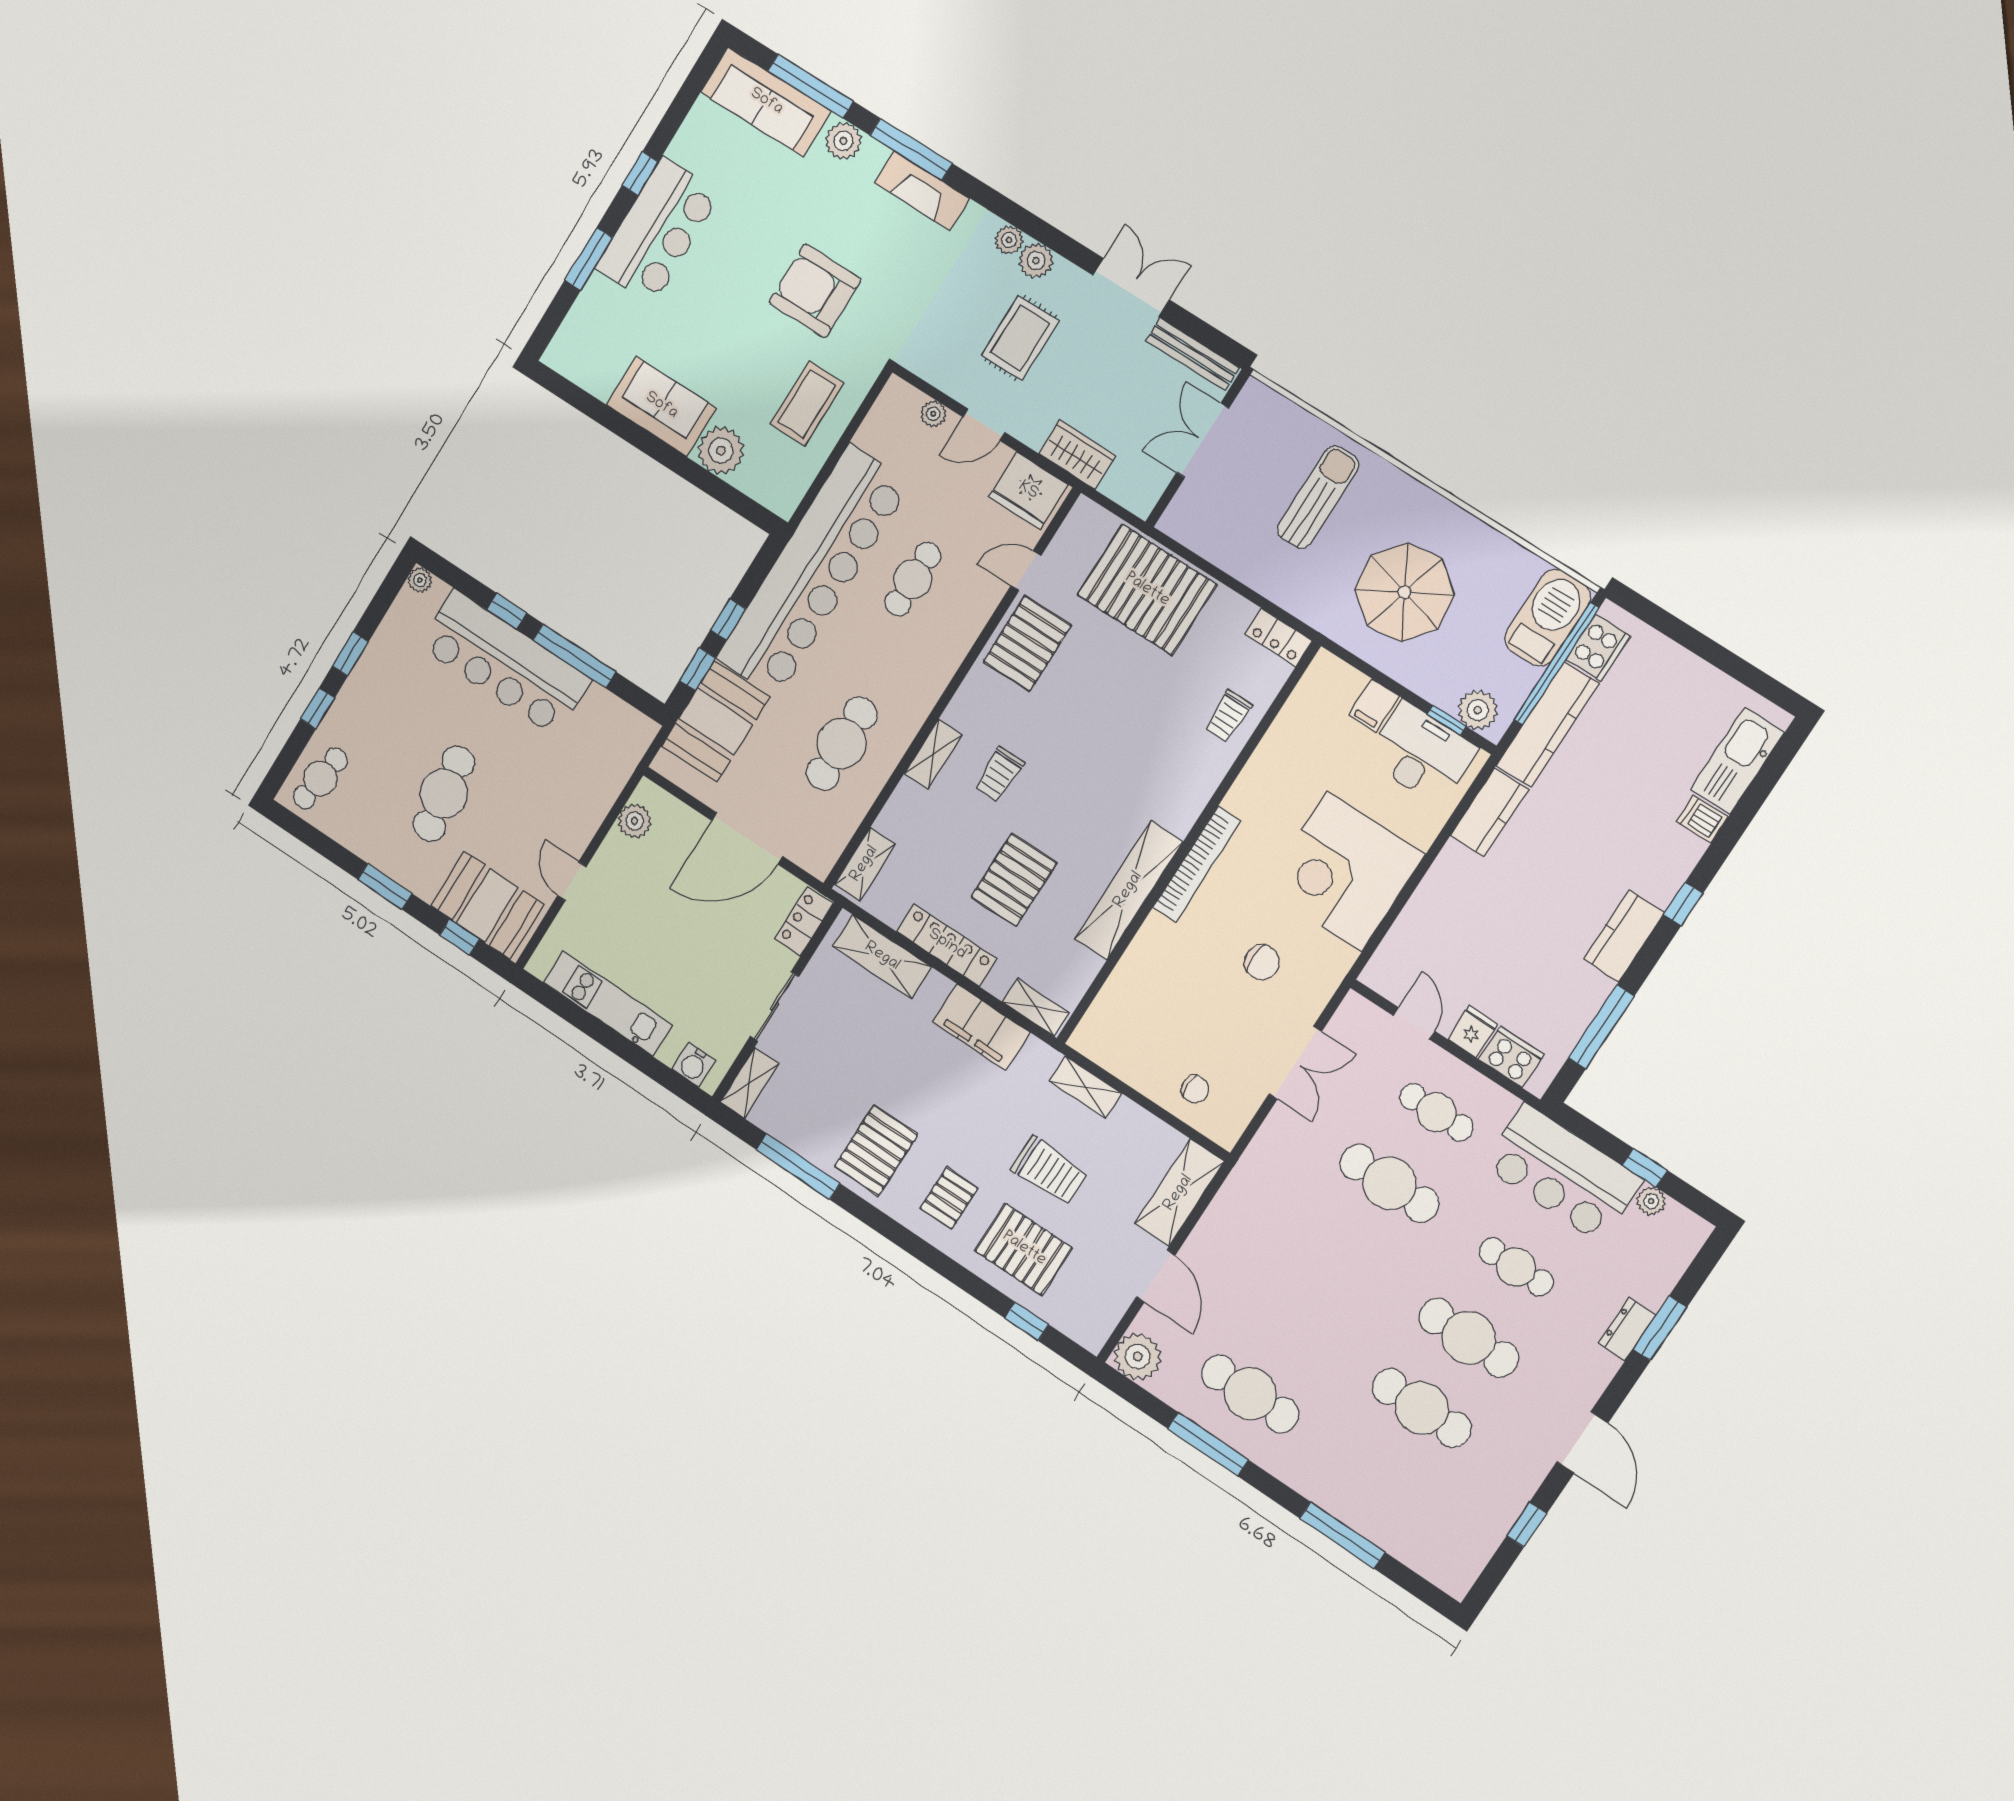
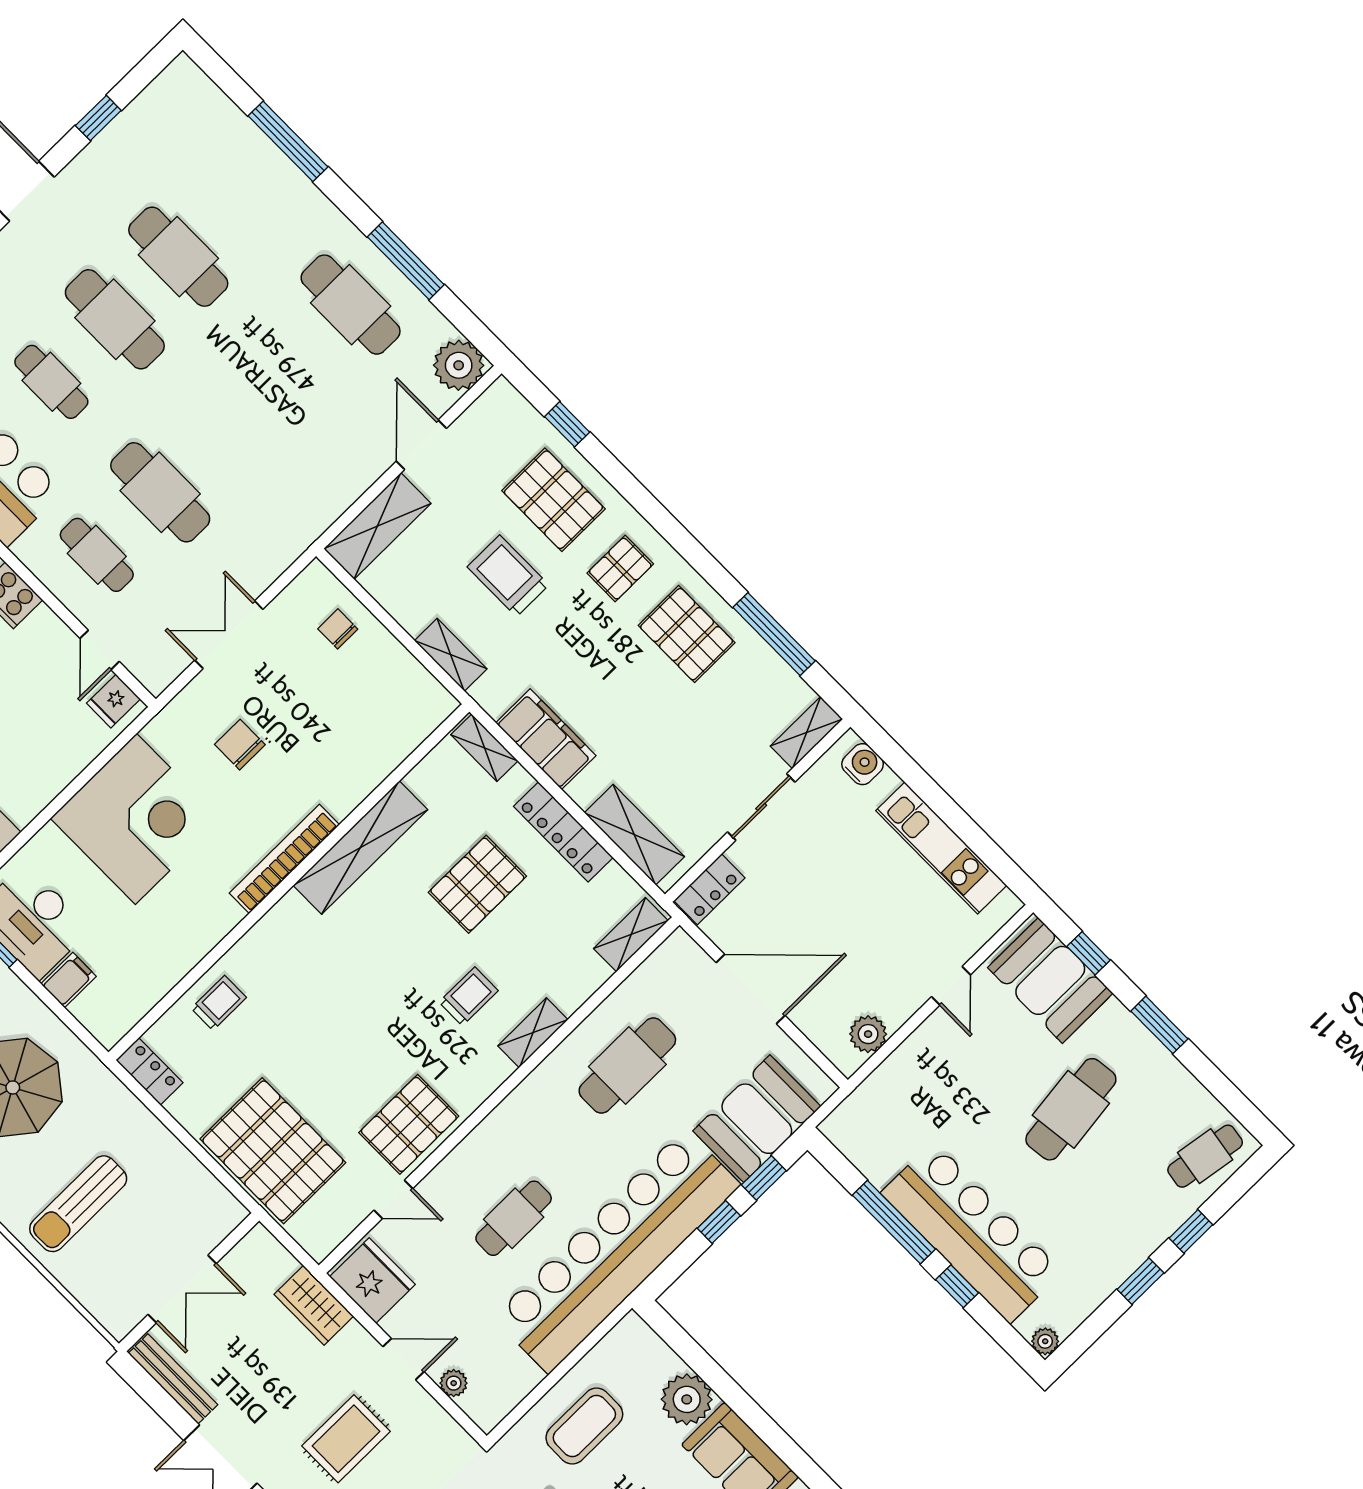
fridge: (1473, 1032) -> (113, 701), moved
pallet: (876, 1150) -> (687, 634), turned 90

